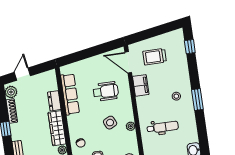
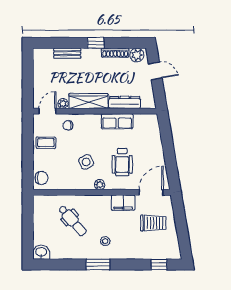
trolley: (155, 57) -> (153, 223), turned 90
row of seats: (70, 94) -> (117, 121), width x0.68
dresser: (54, 101) -> (125, 102), width x1.44
plant: (131, 126) -> (100, 185), moved
dental chair: (163, 127) -> (72, 221), turned -41

